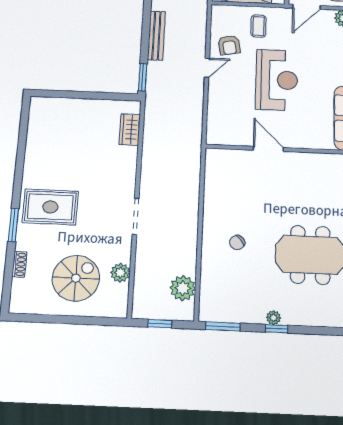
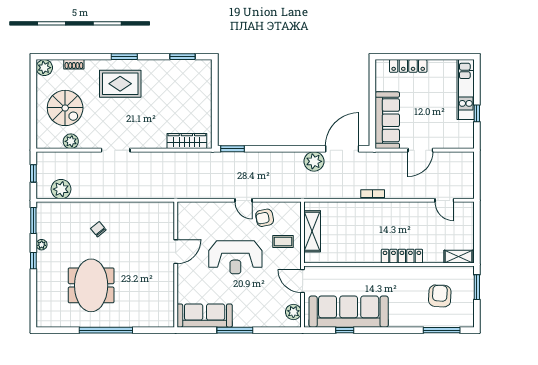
bench: (156, 36) -> (270, 158), removed
window: (23, 130) -> (183, 57), added
wardrobe: (130, 130) -> (187, 141), width x1.50
rug: (50, 207) -> (120, 84), turned 90
window: (13, 225) -> (124, 57), moved
plant: (20, 303) -> (44, 68), added
plant: (273, 318) -> (42, 245), moved

